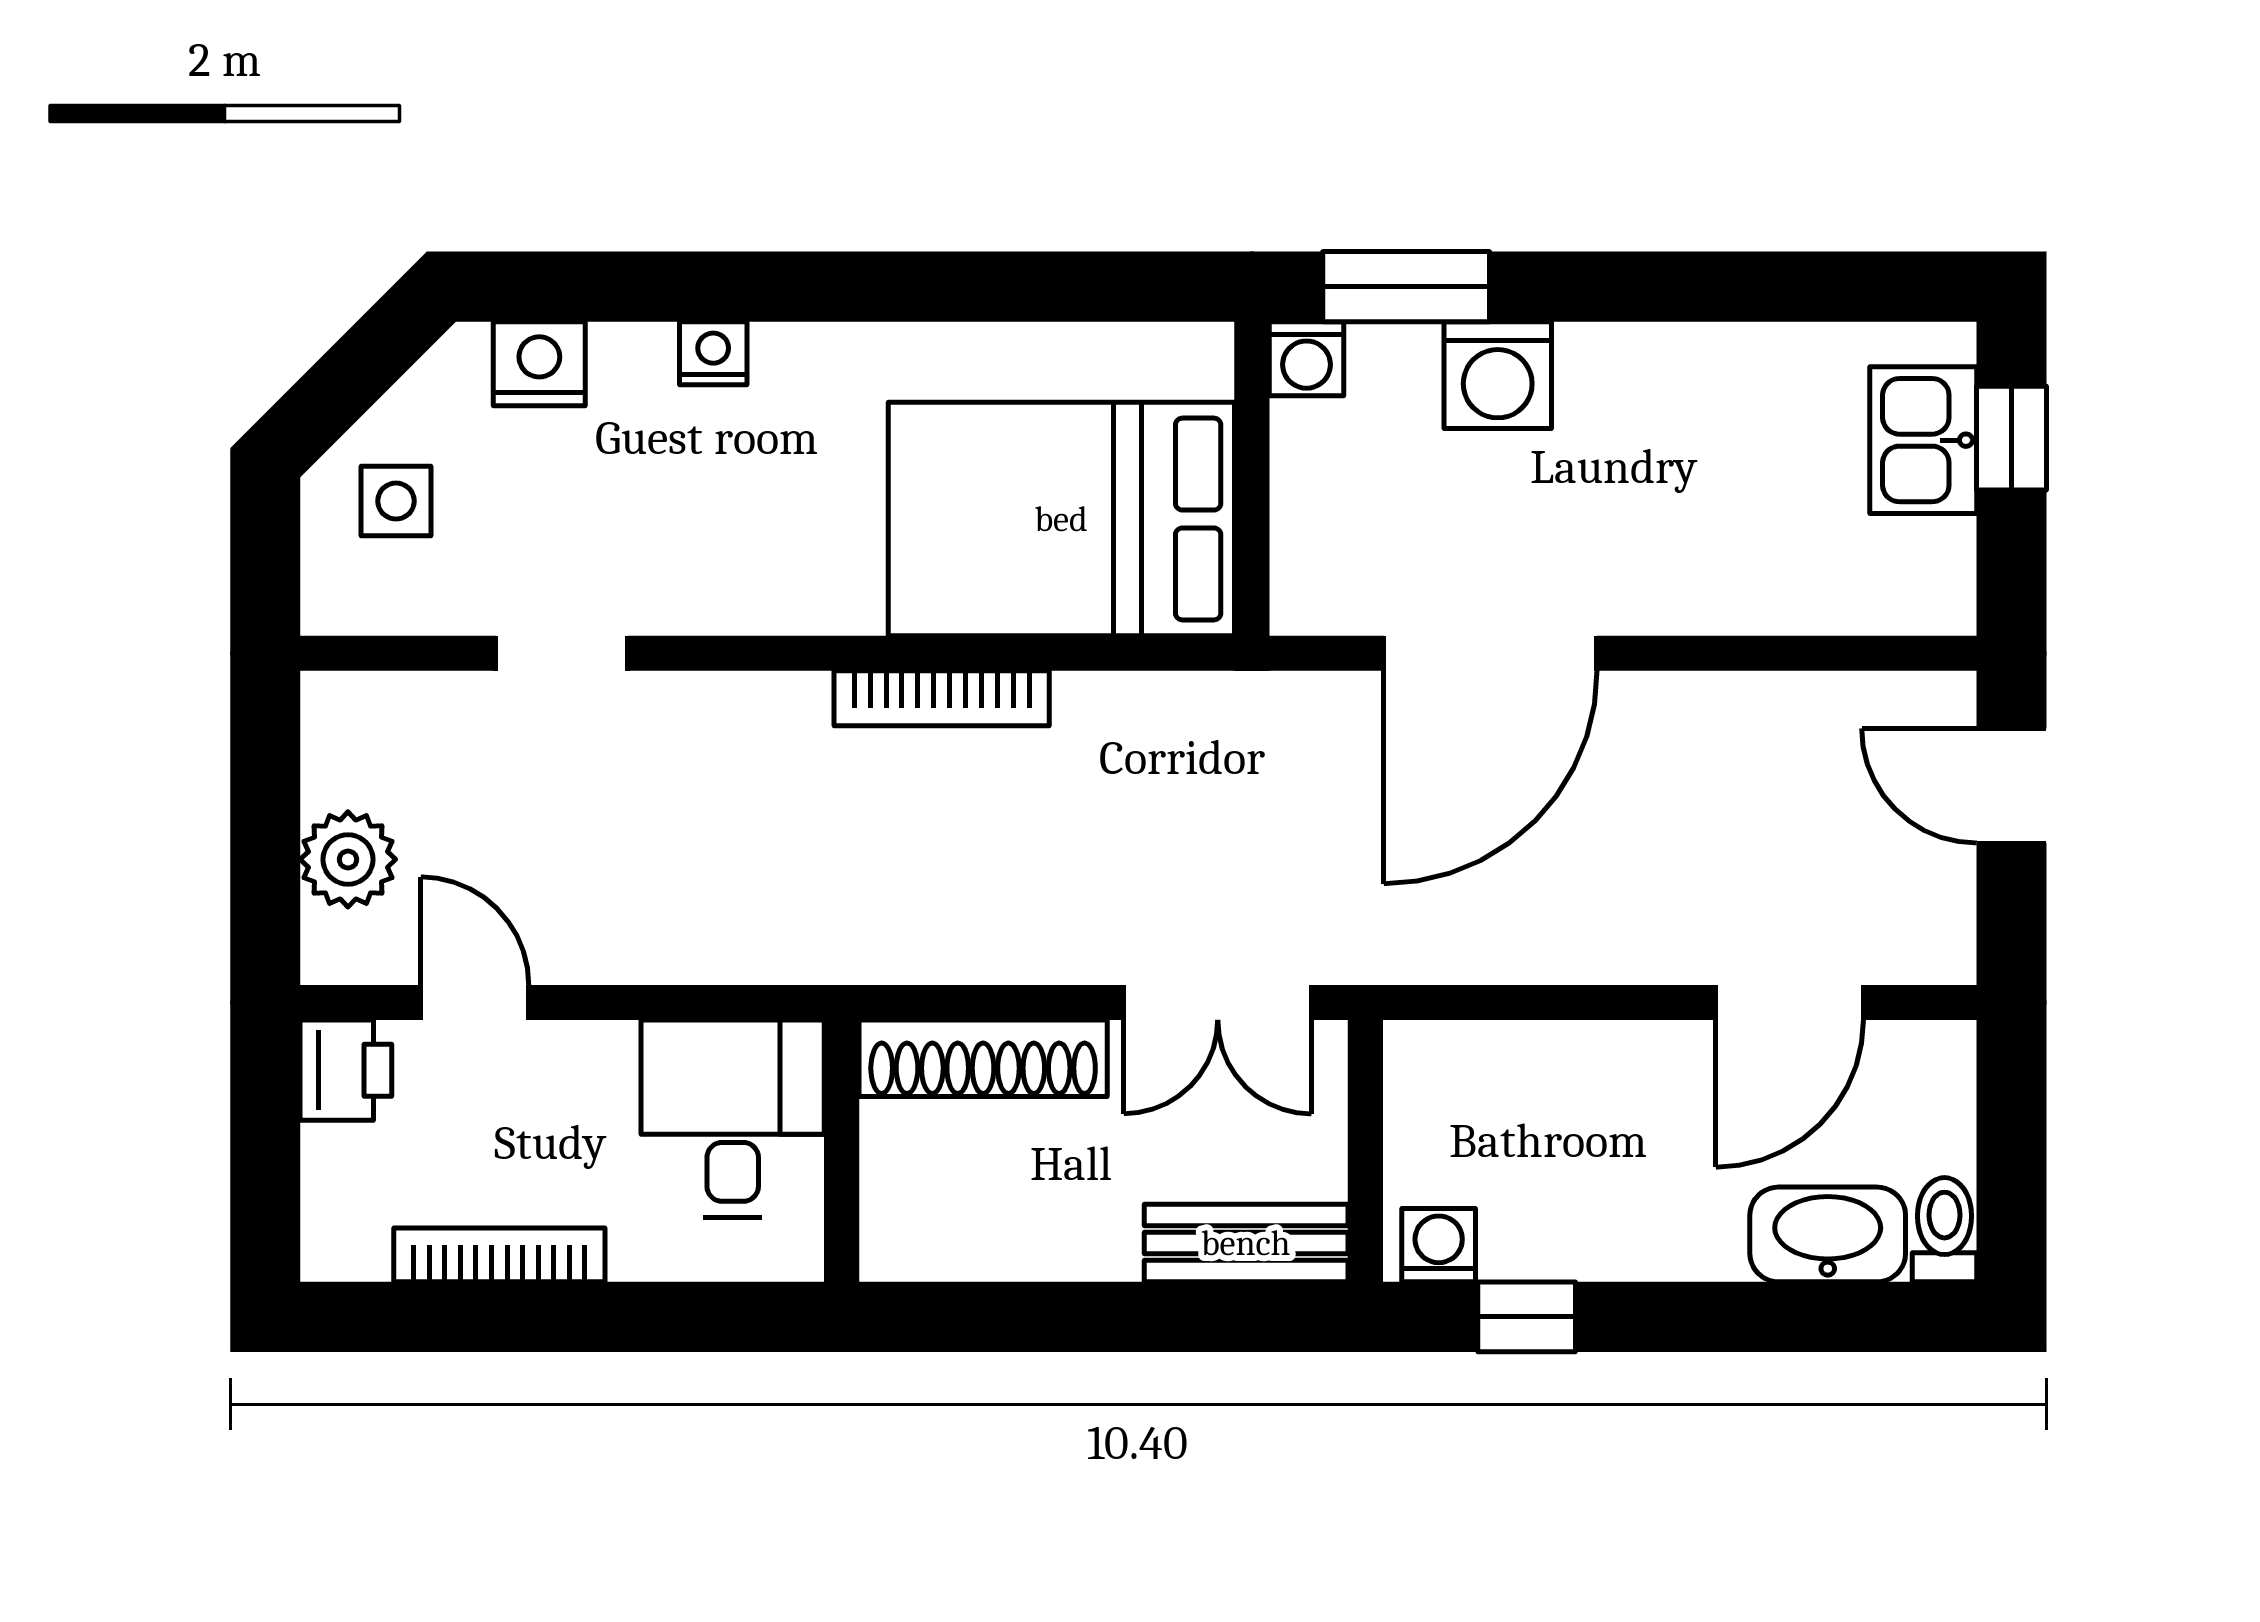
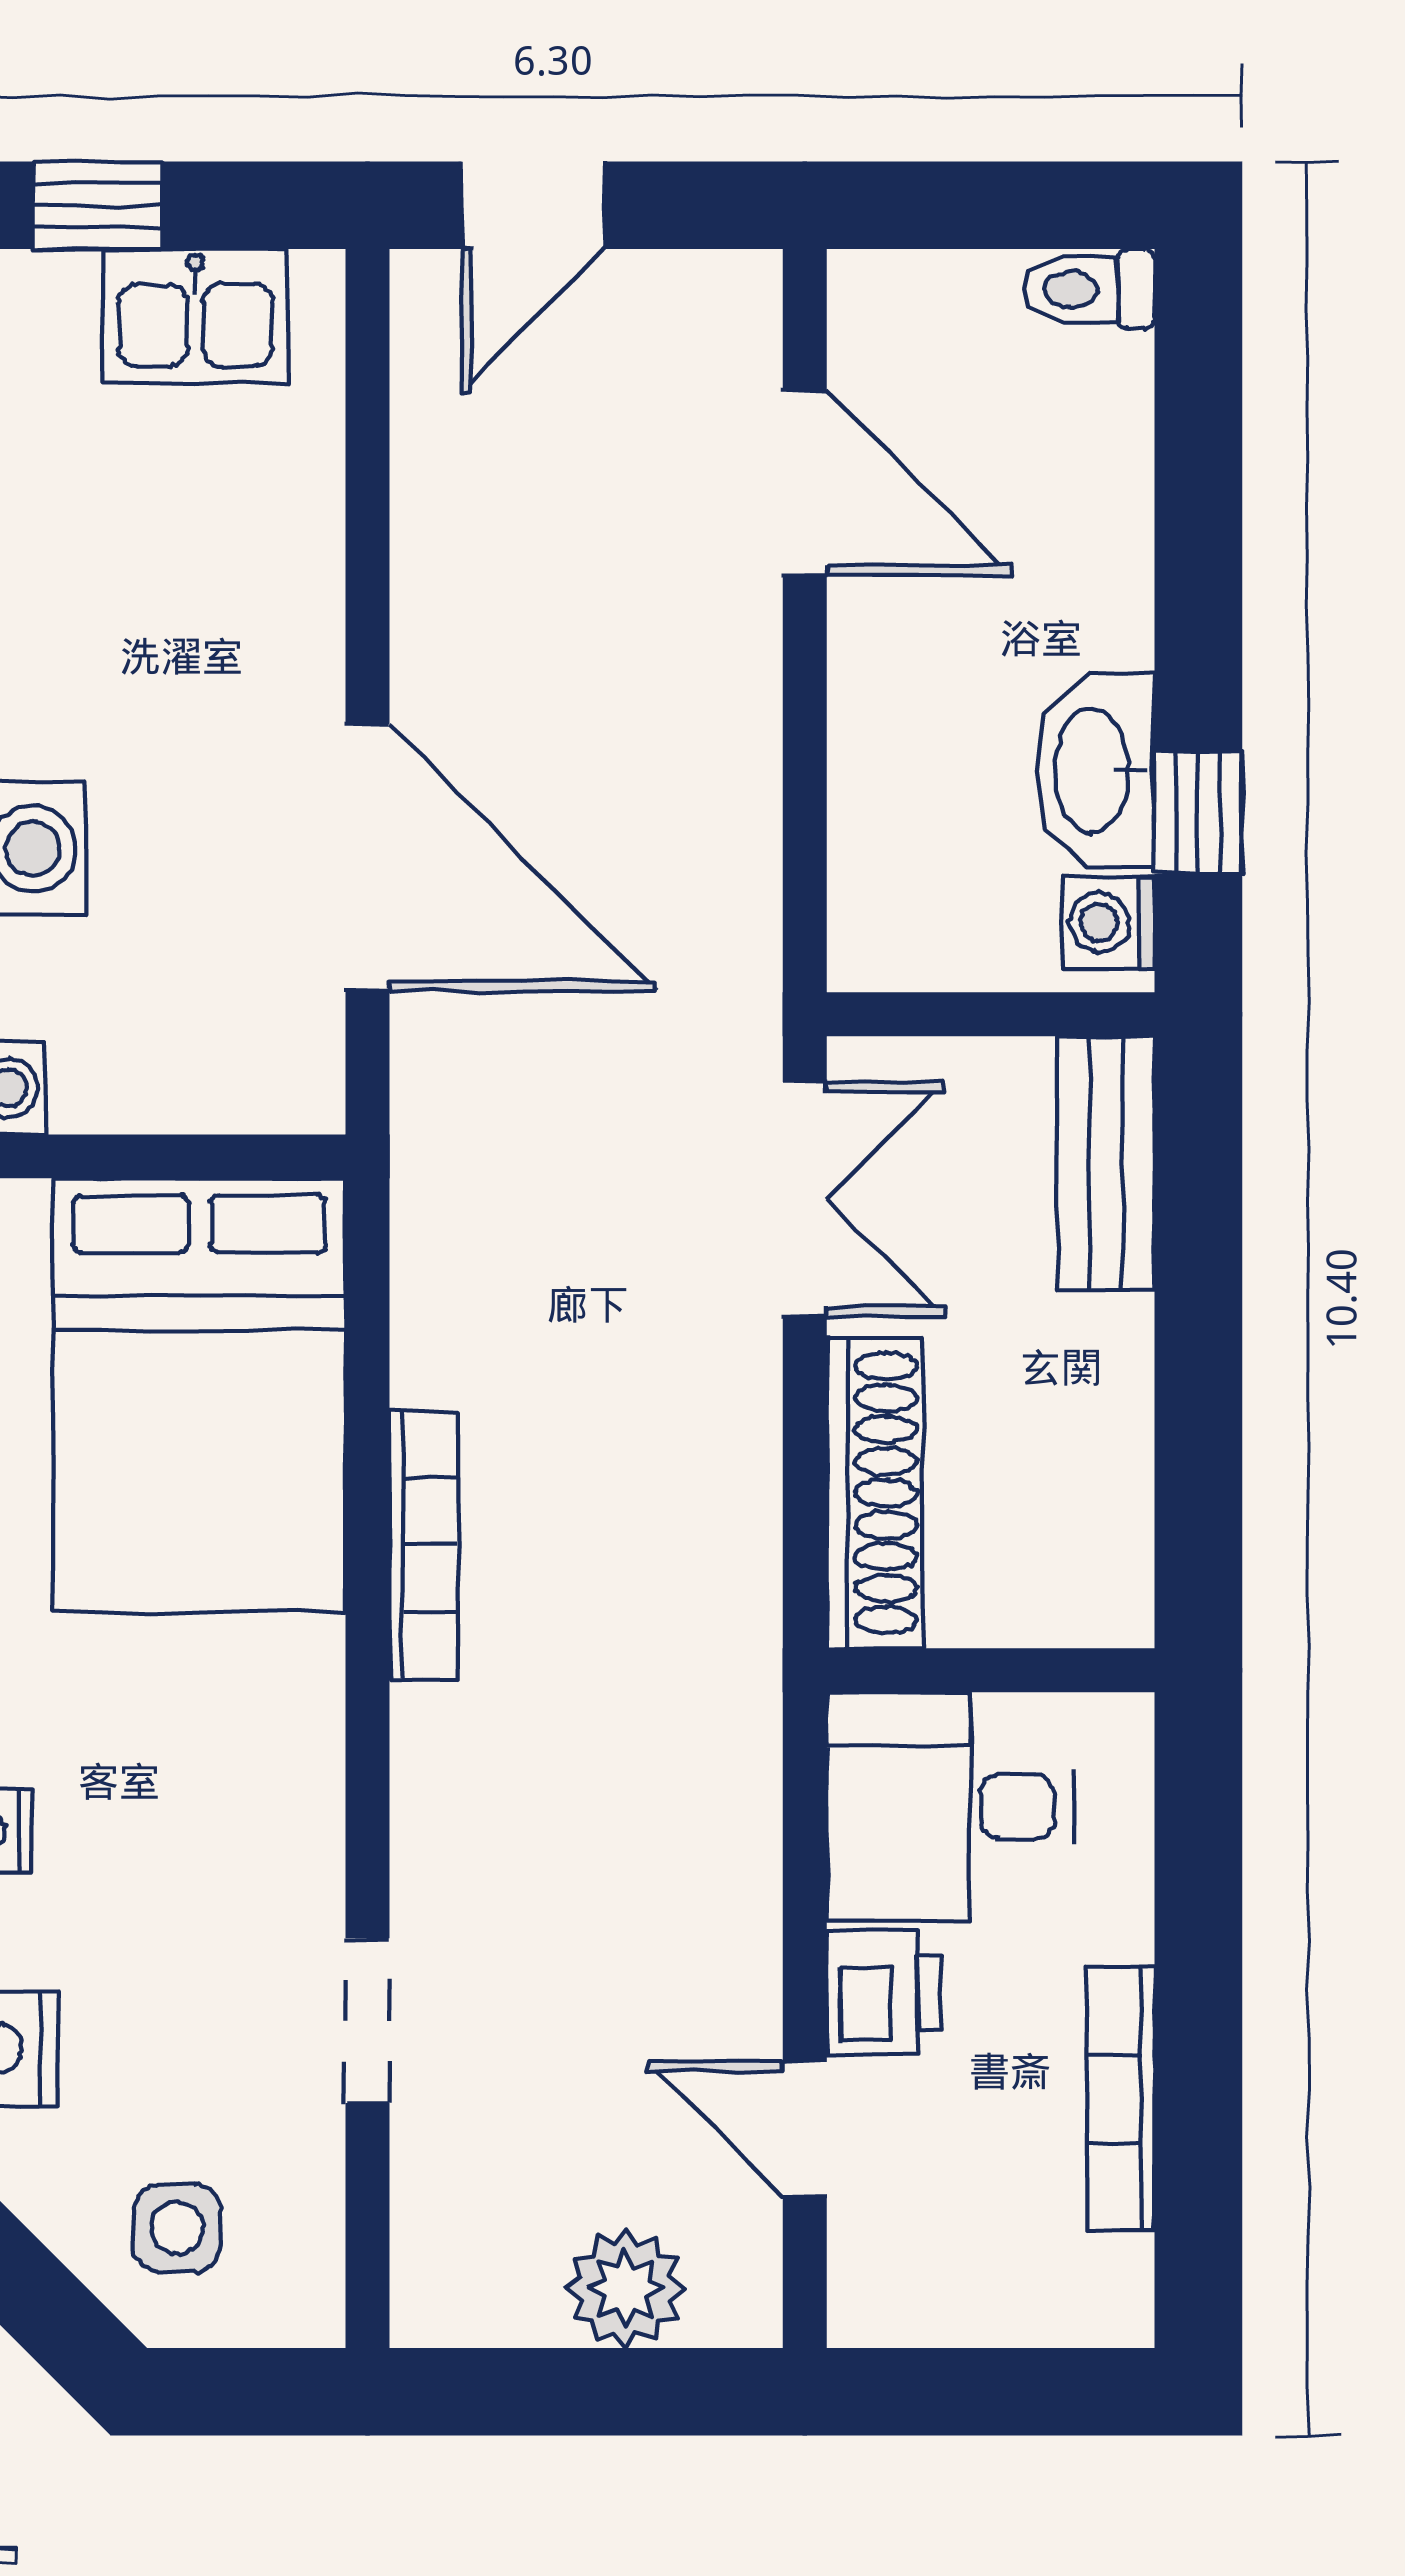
kitchen sink: (1923, 440) -> (195, 316), moved
door: (475, 1003) -> (805, 2129), hinge flipped
printer: (346, 1070) -> (884, 1993), moved, turned 90
washbasin: (1828, 1234) -> (1095, 770), moved

